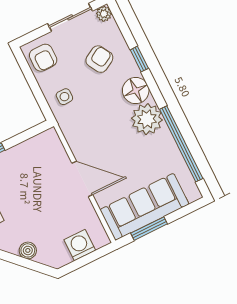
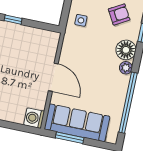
plant: (147, 119) -> (126, 68), width x0.53, depth x0.53
washing machine: (80, 245) -> (34, 118), moved, turned -90

